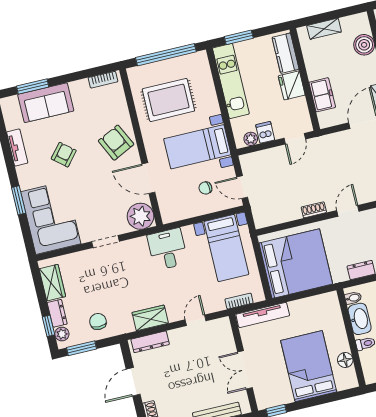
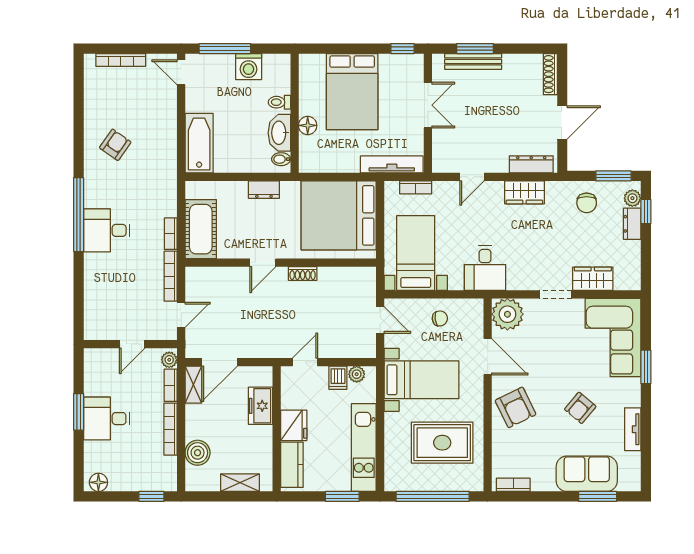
chair: (205, 188) -> (440, 318), moved
wardrobe: (52, 283) -> (593, 279), moved, turned 90
floor lamp: (345, 360) -> (308, 125), moved

